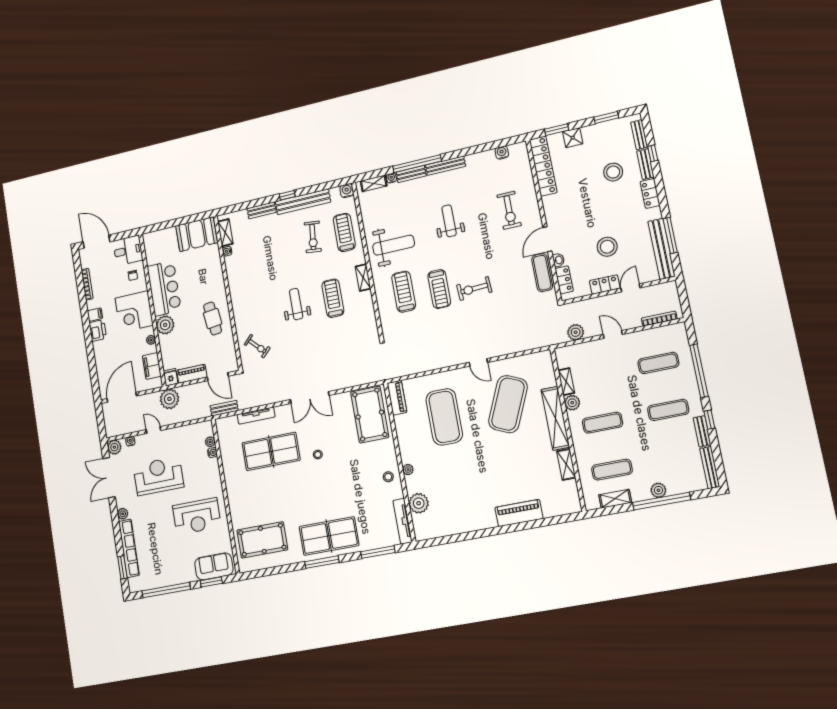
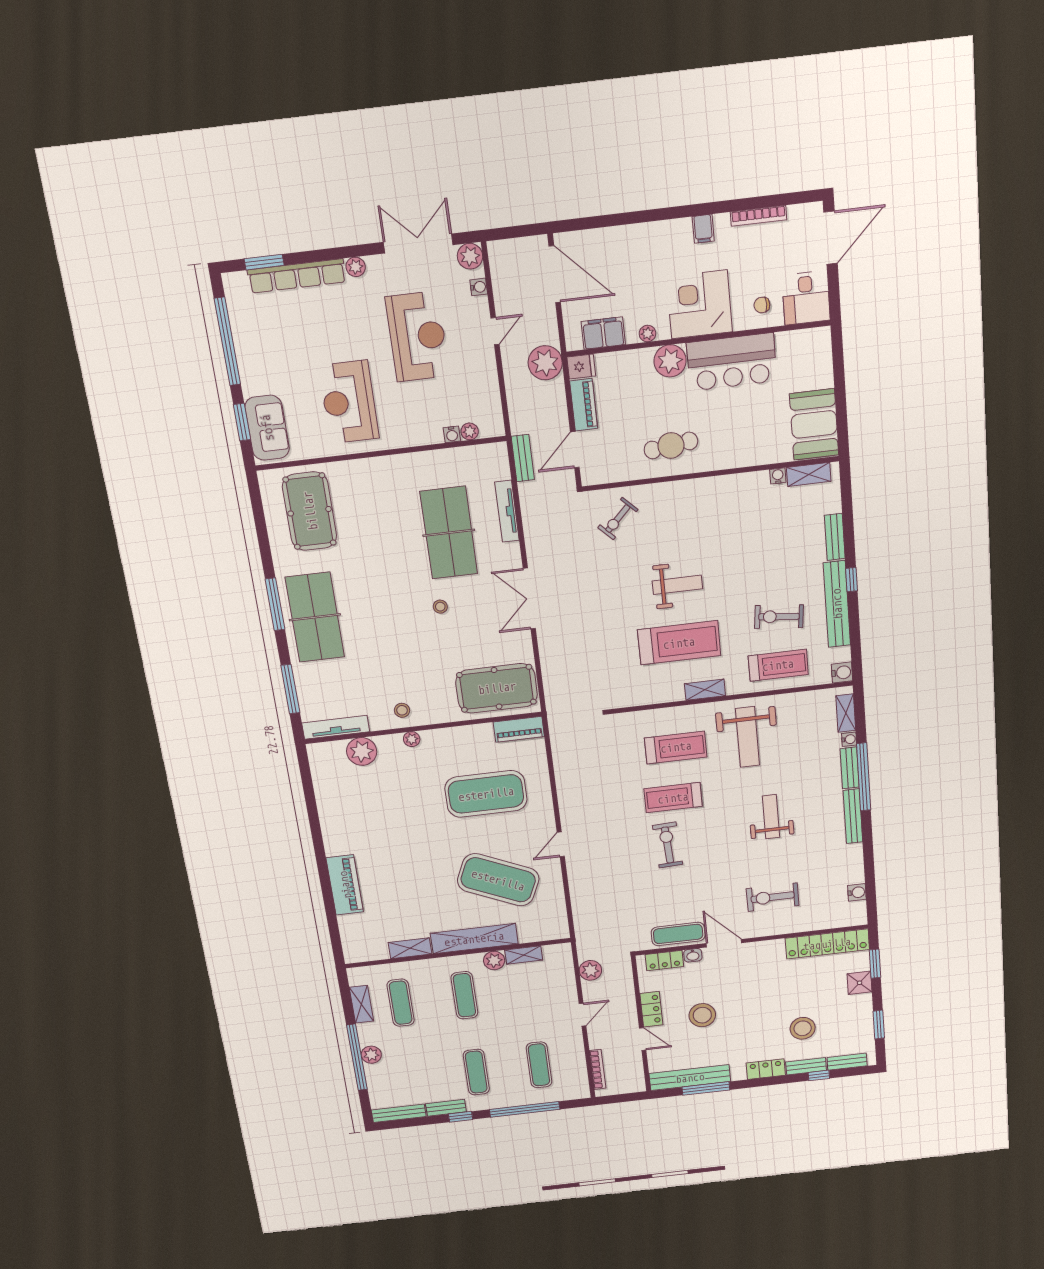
weight bench: (449, 221) -> (771, 817), turned -90
treadmill: (333, 298) -> (679, 643), width x1.37, depth x1.38
printer: (98, 330) -> (675, 233), removed

